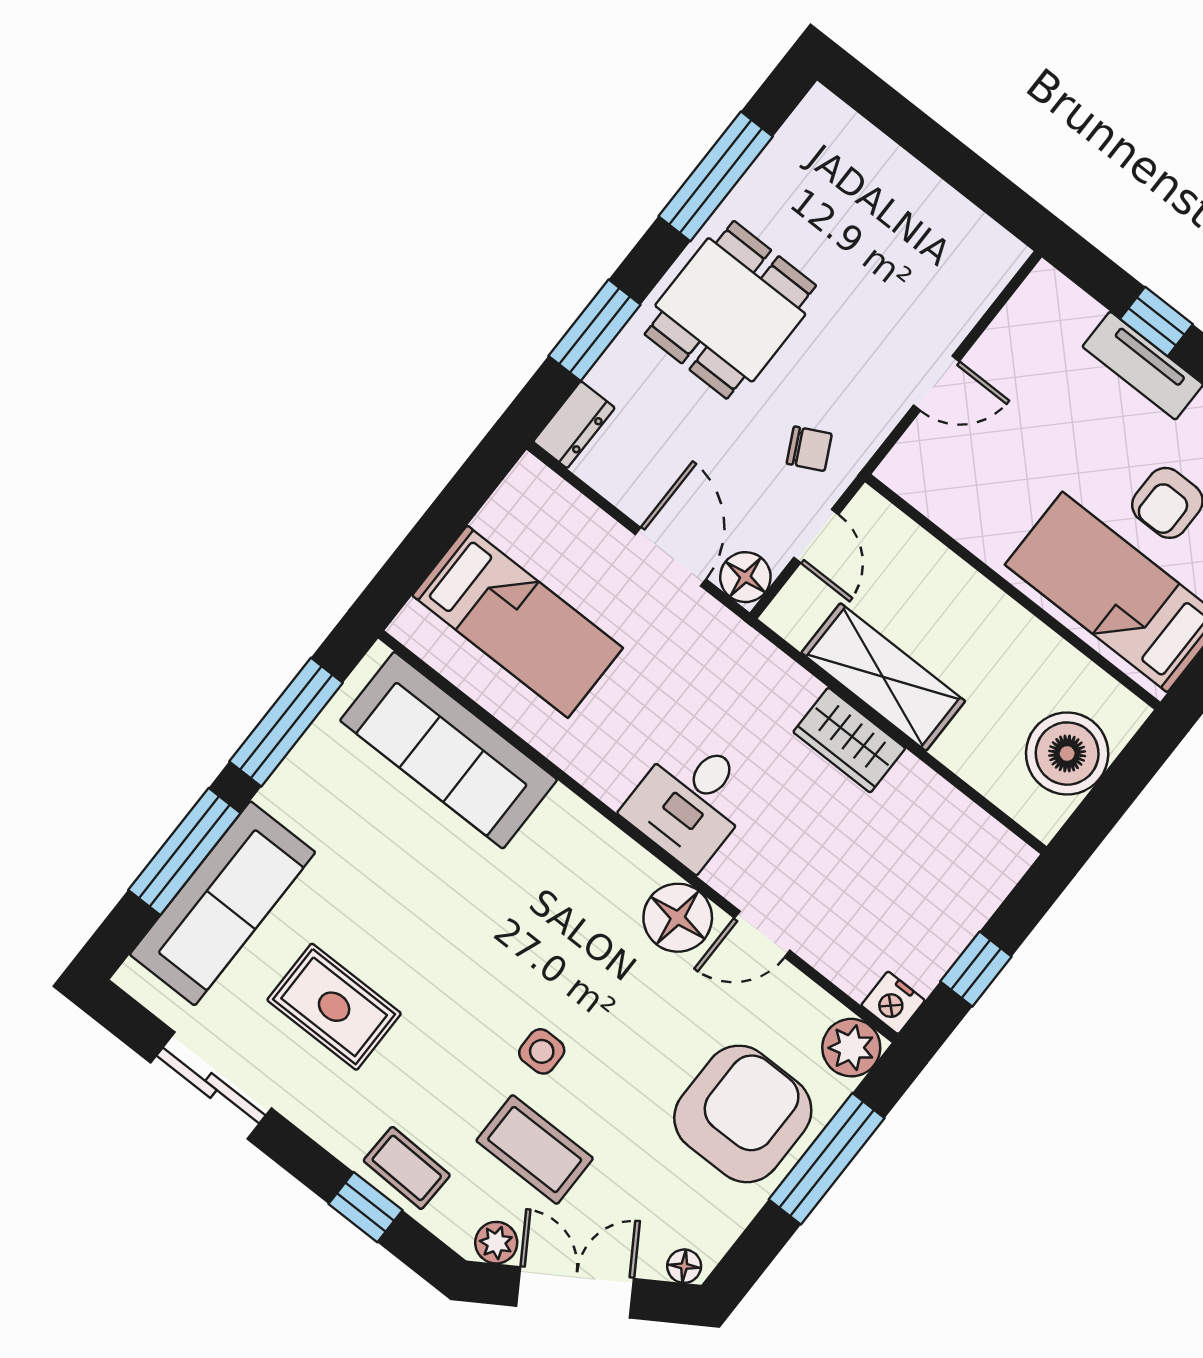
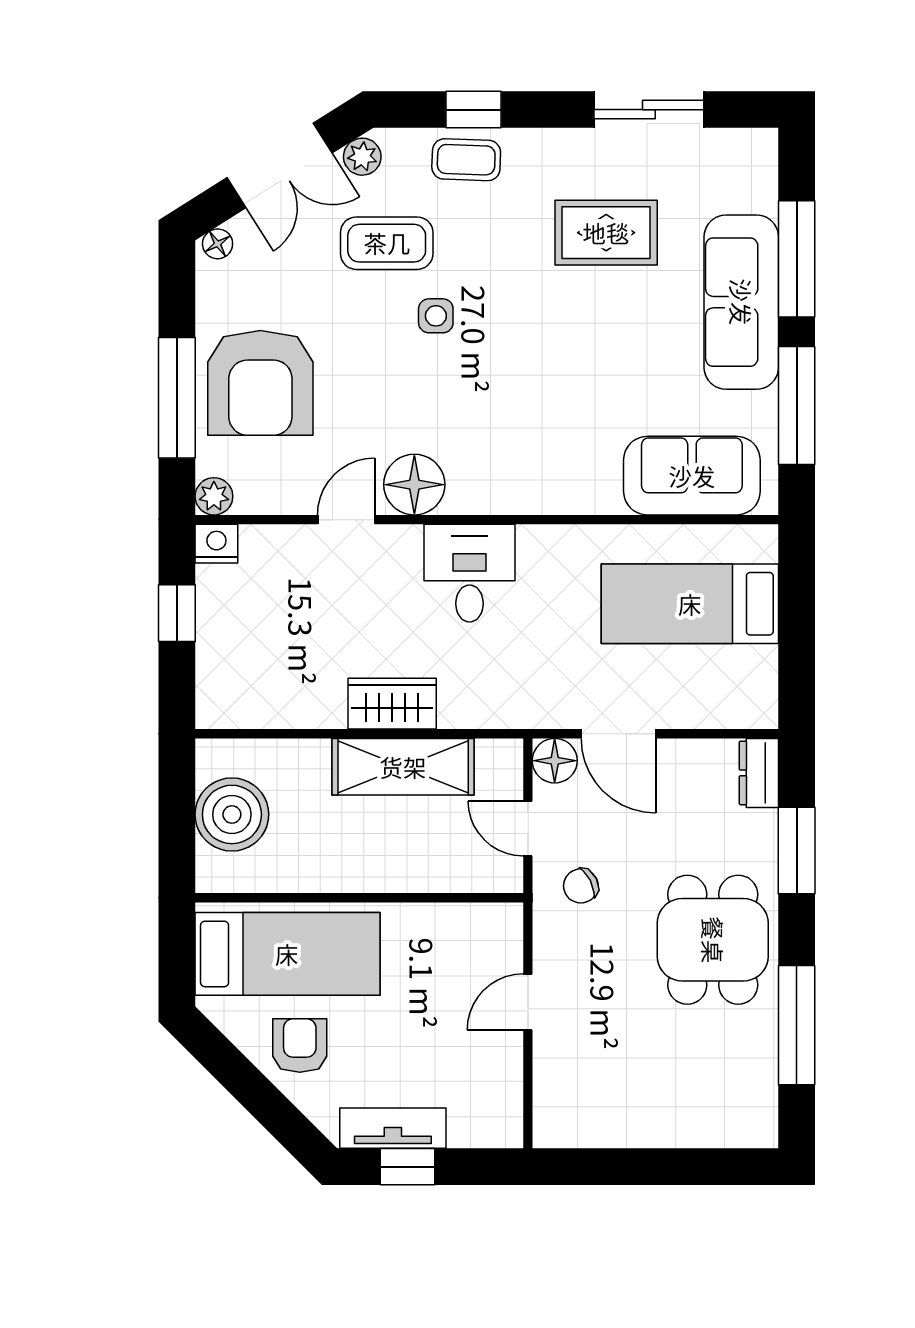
sofa: (449, 750) -> (692, 476), width x0.73
sofa: (223, 903) -> (741, 302), moved
plant: (851, 1048) -> (214, 496), width x0.73, depth x0.73

